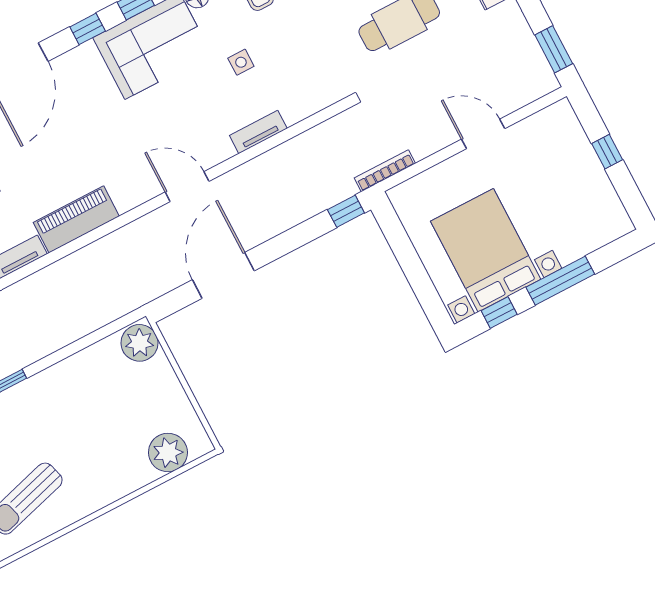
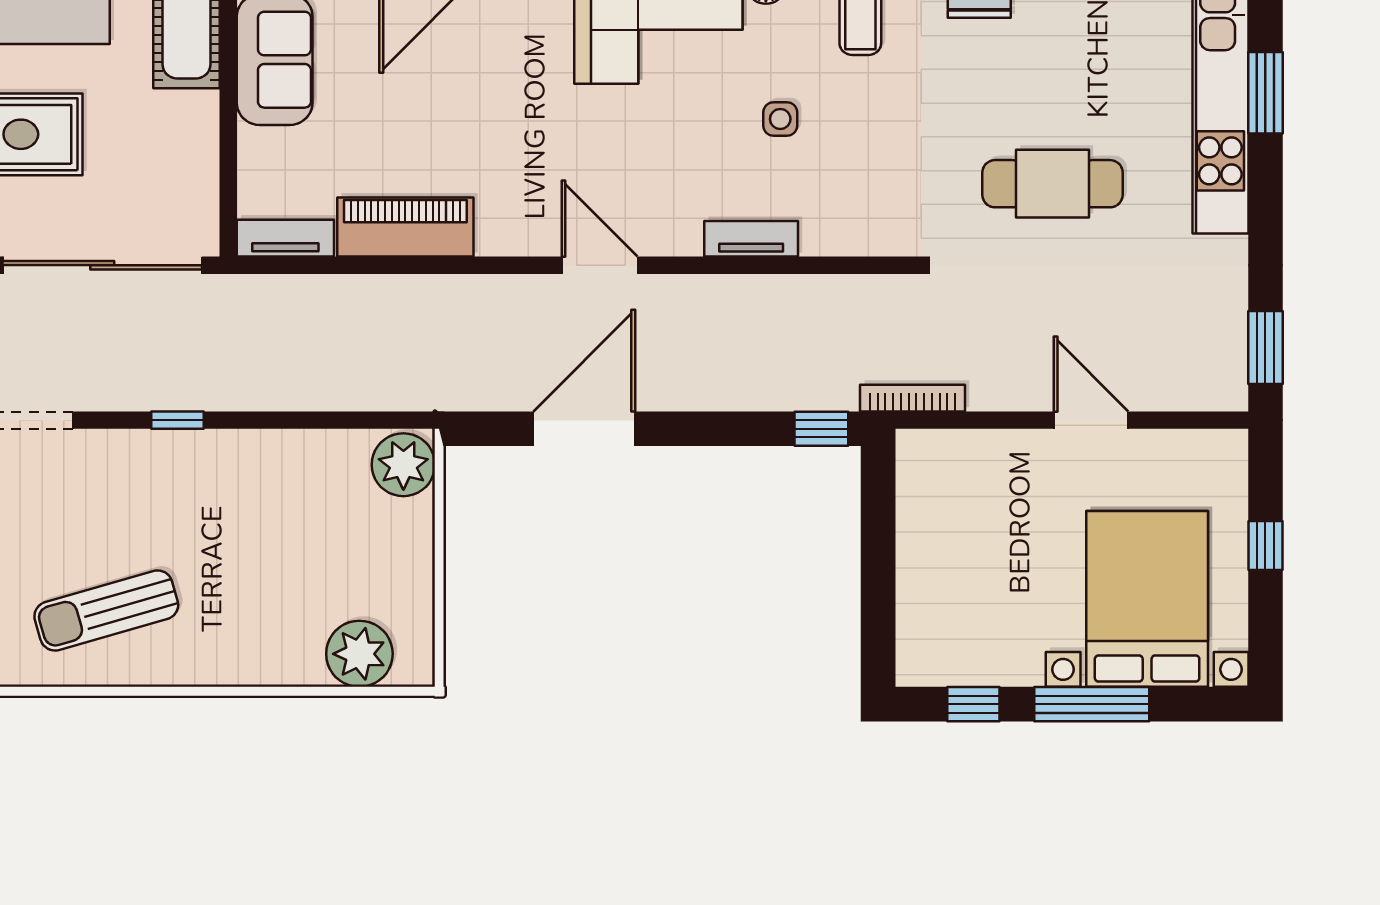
bed with nightstands: (486, 250) -> (1147, 599), moved

